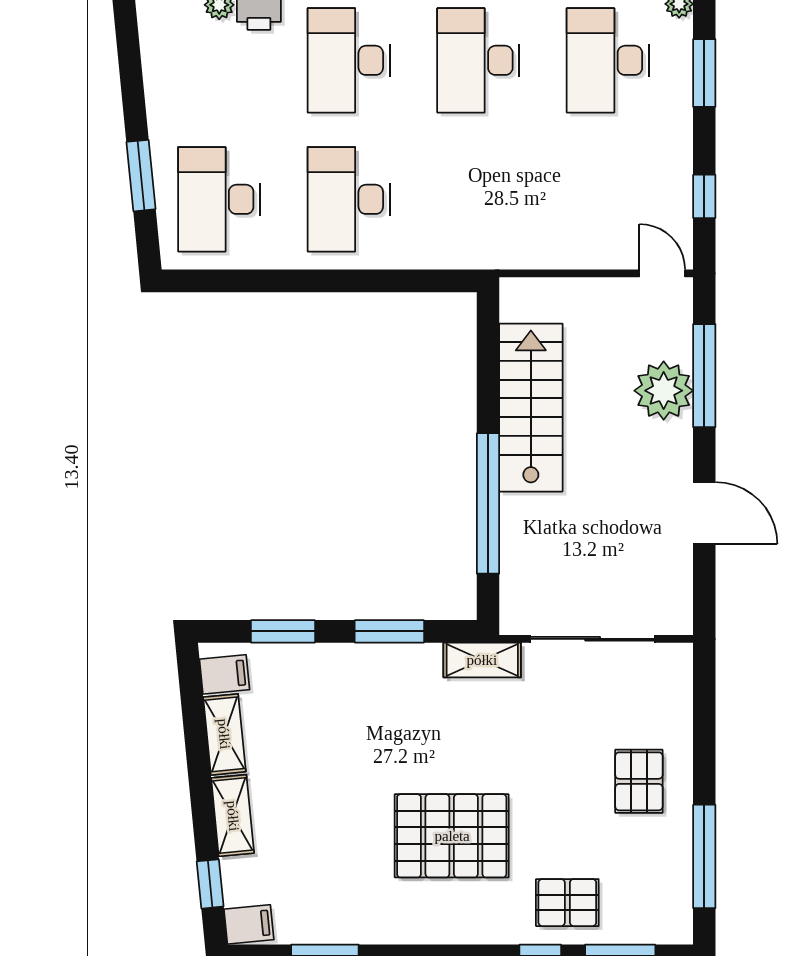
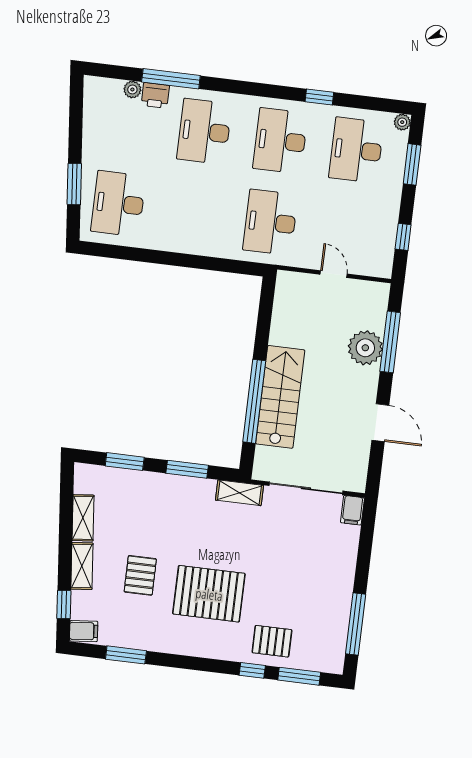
desk: (349, 199) -> (270, 222), moved
door: (662, 273) -> (334, 274), moved
stairs: (531, 408) -> (280, 397), moved
filing cabinet: (225, 674) -> (352, 510), moved, turned 96
pallet: (639, 781) -> (140, 575), moved

